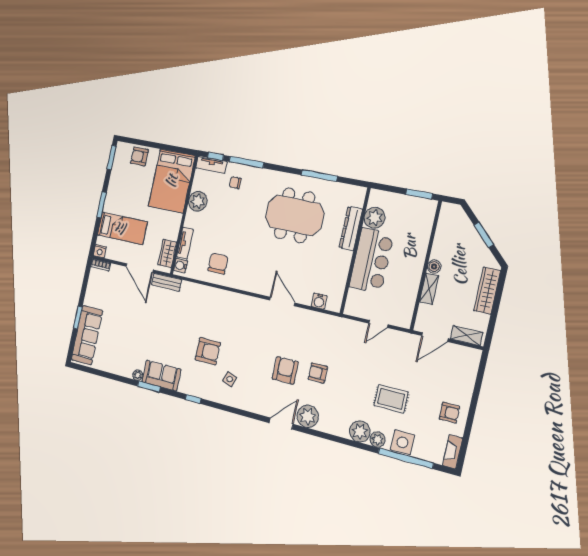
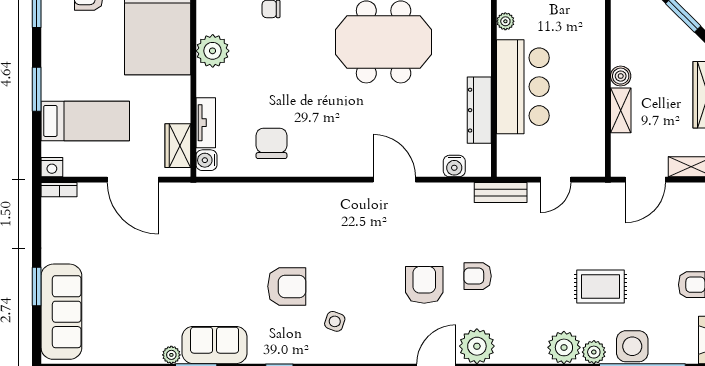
plant: (375, 218) -> (505, 21), width x0.53, depth x0.53
dresser: (351, 228) -> (479, 110), moved
bench: (167, 282) -> (501, 192), moved

